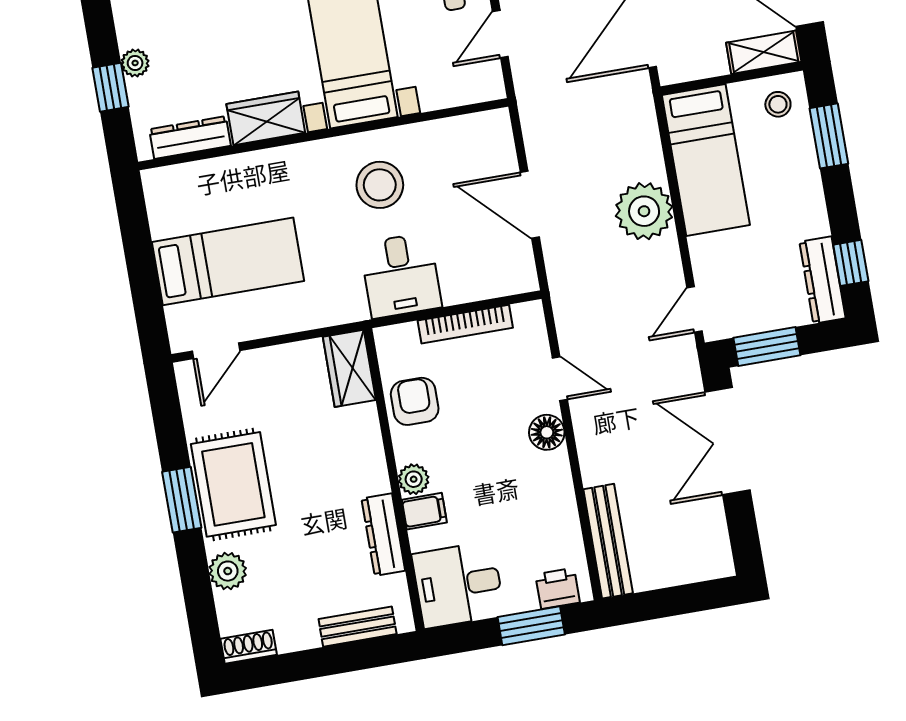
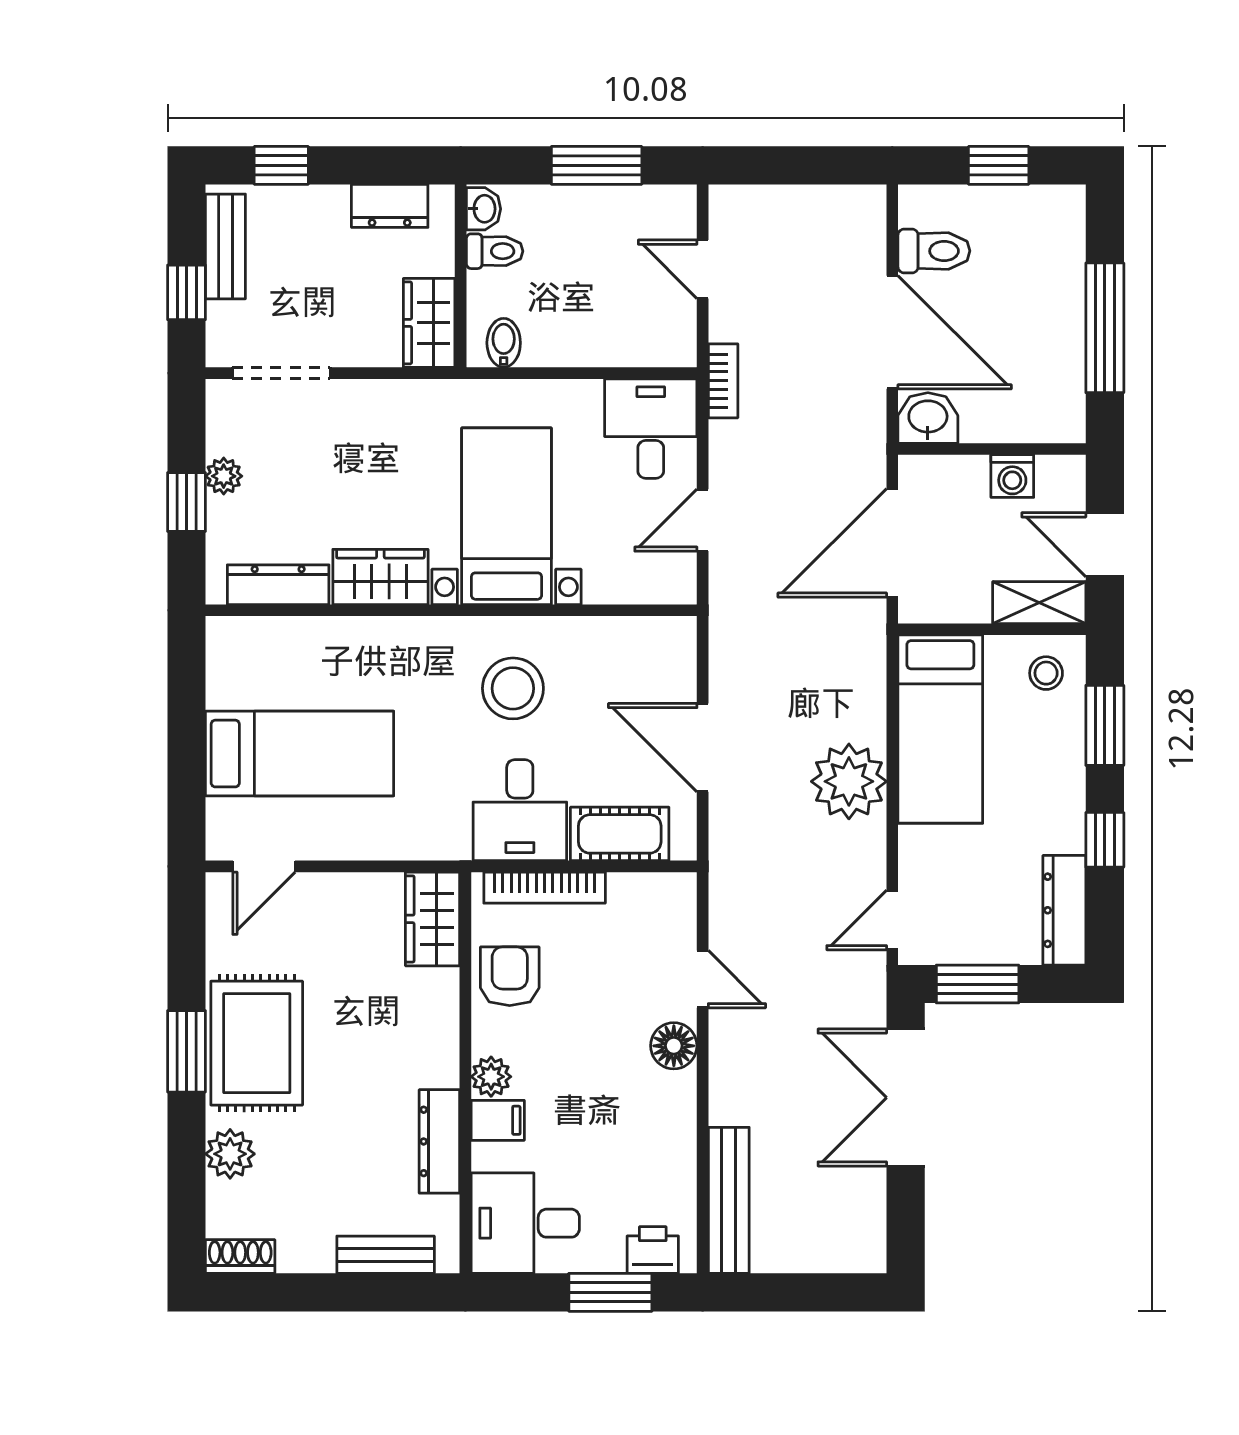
window: (851, 263) -> (1105, 840), moved
cot: (479, 280) -> (620, 834), added
bookcase: (465, 324) -> (545, 888), moved

